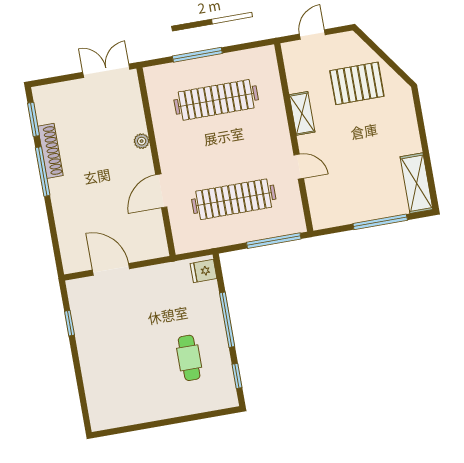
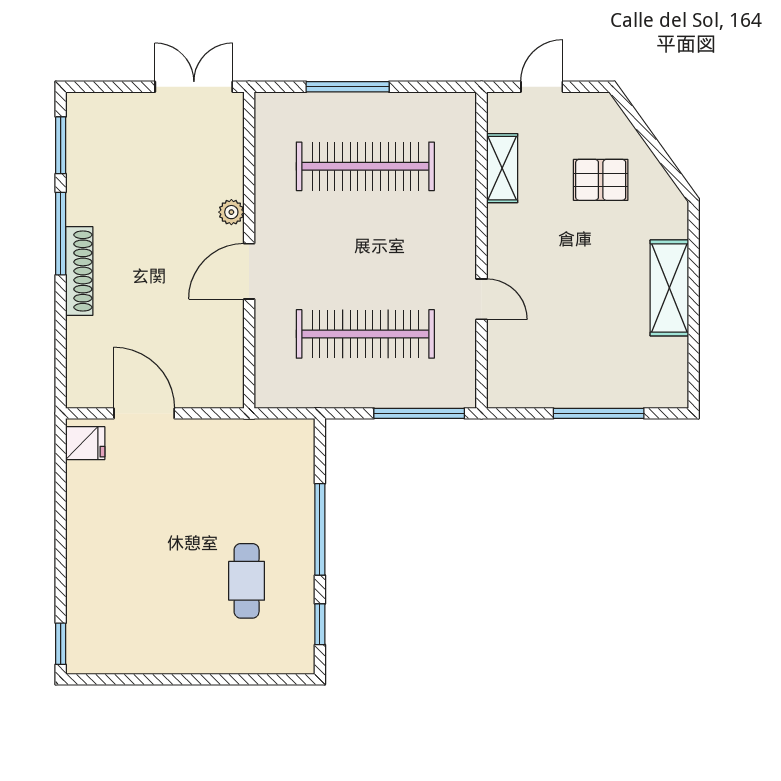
pallet: (357, 83) -> (601, 180), width x0.67, depth x0.71
shelving: (302, 113) -> (502, 168), moved
shoe rack: (50, 151) -> (79, 271), moved
shelving: (417, 183) -> (669, 288), moved
door: (161, 191) -> (249, 271), moved
fridge: (204, 271) -> (85, 443), moved, turned 180
window: (69, 323) -> (61, 644), moved

